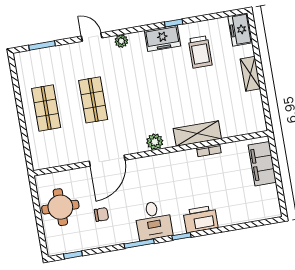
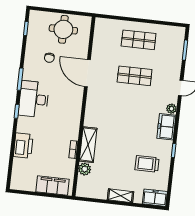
freezer: (163, 38) -> (166, 127), moved
plant: (155, 142) -> (85, 169), moved
printer: (201, 219) -> (23, 145), moved
desk: (153, 220) -> (34, 99), width x1.37

